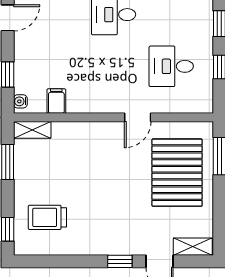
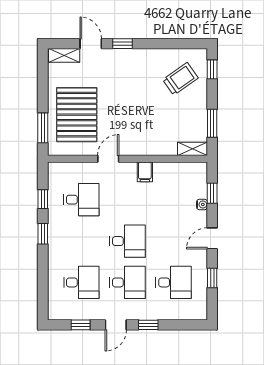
water cooler: (20, 101) -> (202, 204), moved
filing cabinet: (56, 101) -> (145, 172), moved
trolley: (47, 217) -> (180, 79), turned -35

